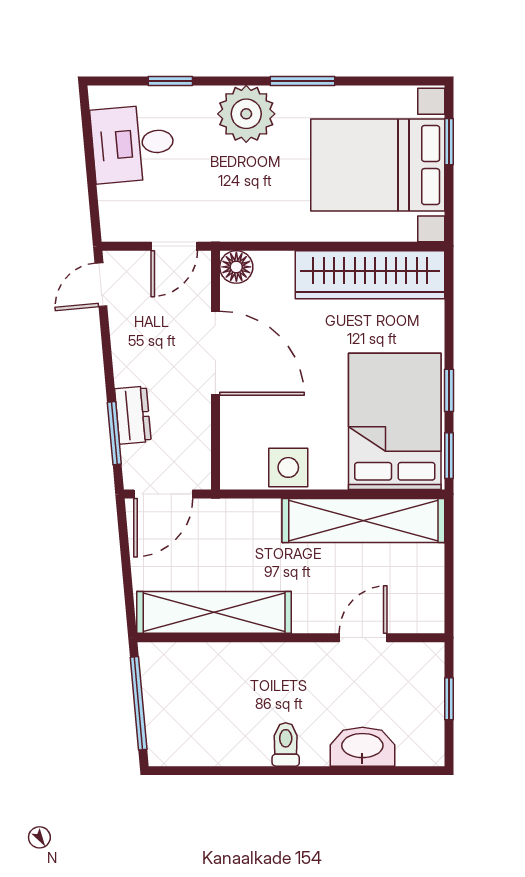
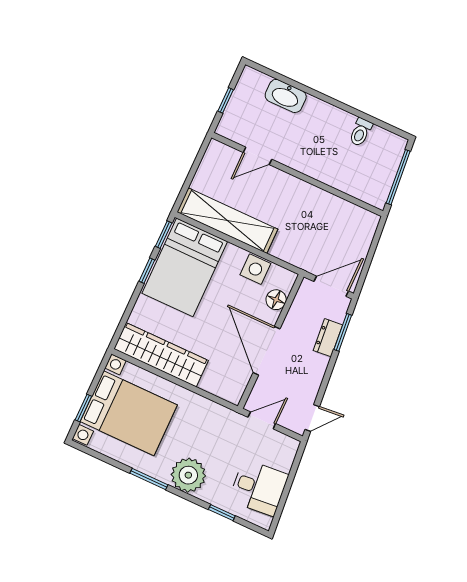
floor lamp: (236, 267) -> (276, 300), moved
shelving: (214, 612) -> (333, 208), removed
toilet: (286, 744) -> (361, 132), moved

